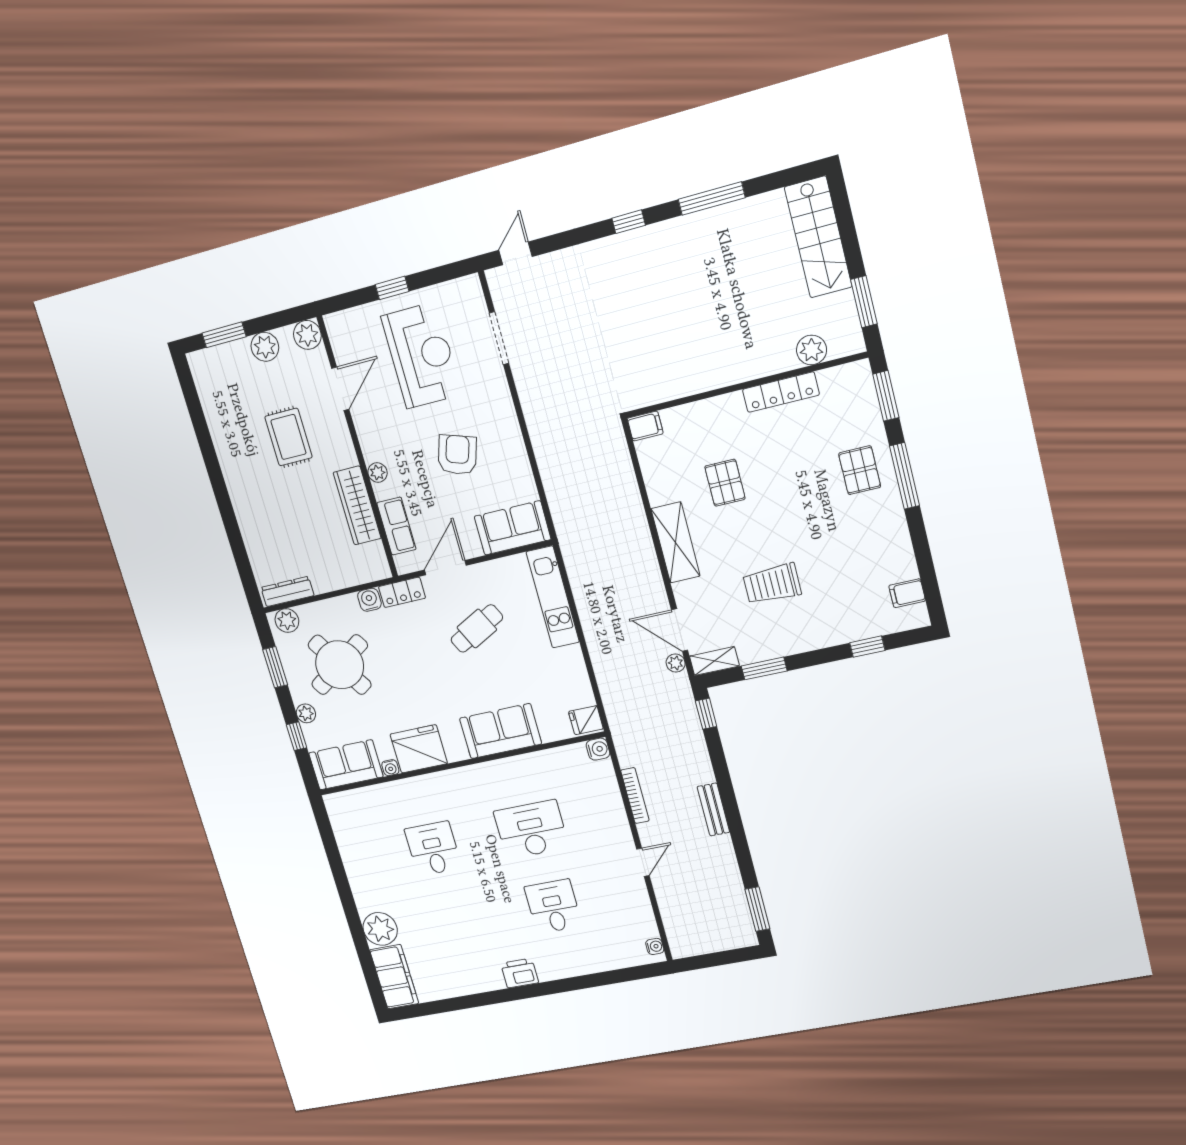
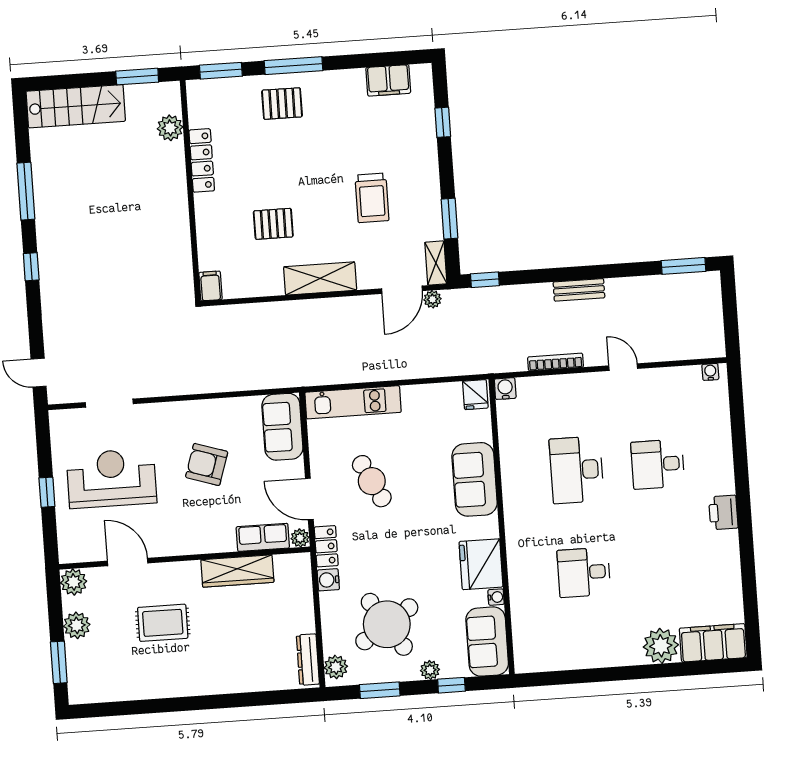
plant: (378, 473) -> (300, 538), moved
filing cabinet: (907, 593) -> (388, 80), width x2.00

